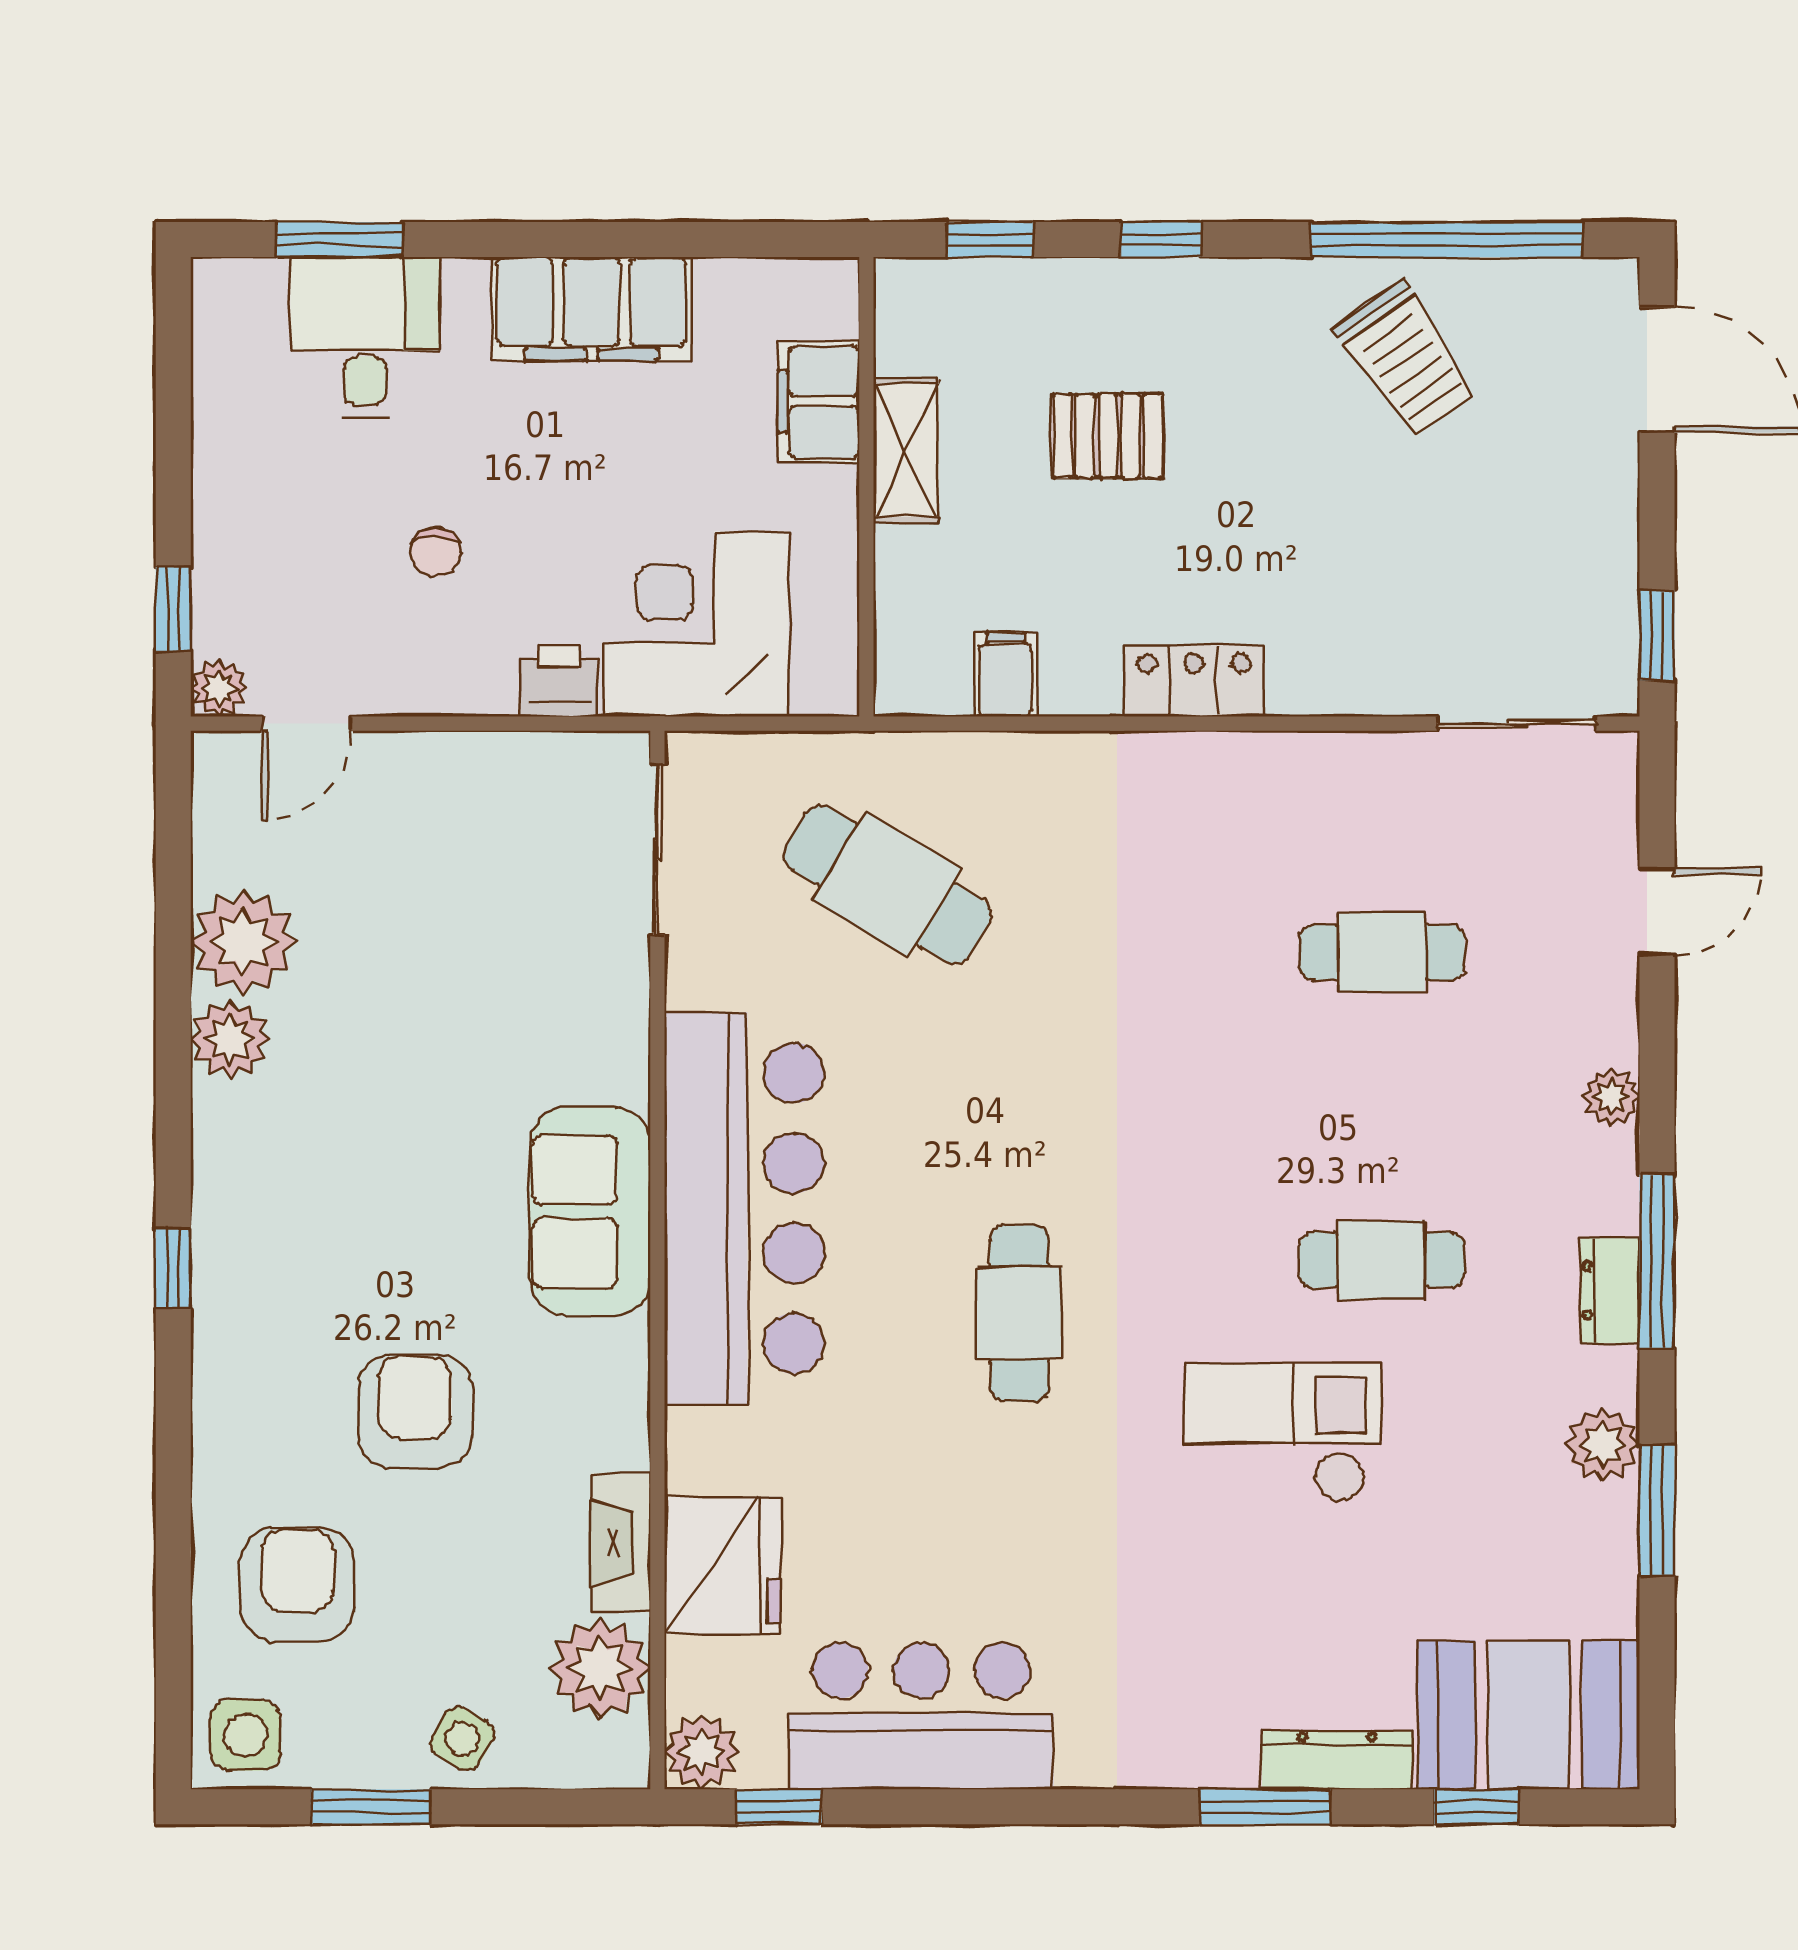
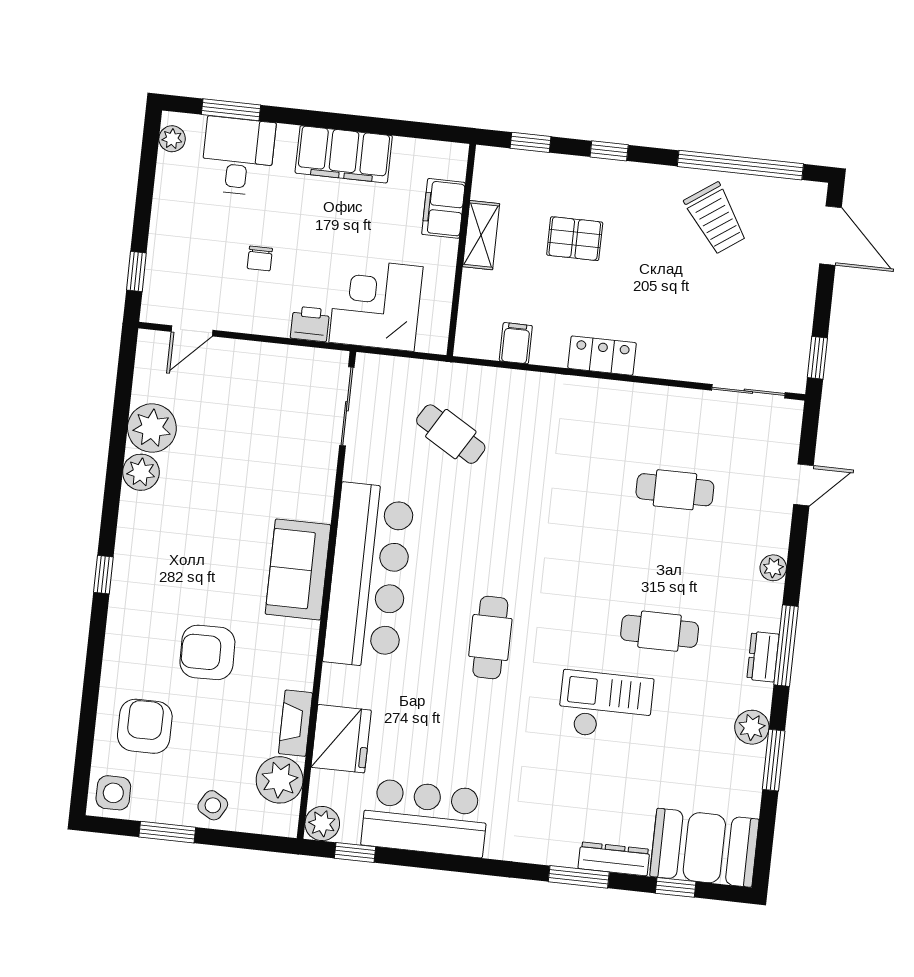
plant: (219, 688) -> (172, 139), moved
cafe table: (887, 885) -> (451, 434), width x0.73, depth x0.74
armchair: (415, 1411) -> (207, 652), turned -91

